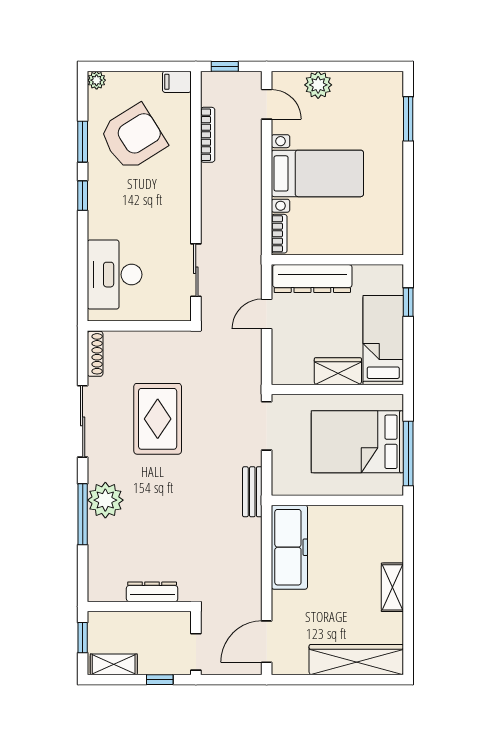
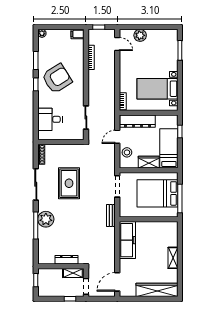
armchair: (133, 137) -> (57, 79), moved
bed with nightstands: (317, 173) -> (157, 89), moved, turned 180
desk: (115, 275) -> (50, 119), width x0.73
stool: (288, 349) -> (127, 152), added
shelving: (114, 664) -> (73, 273), moved

